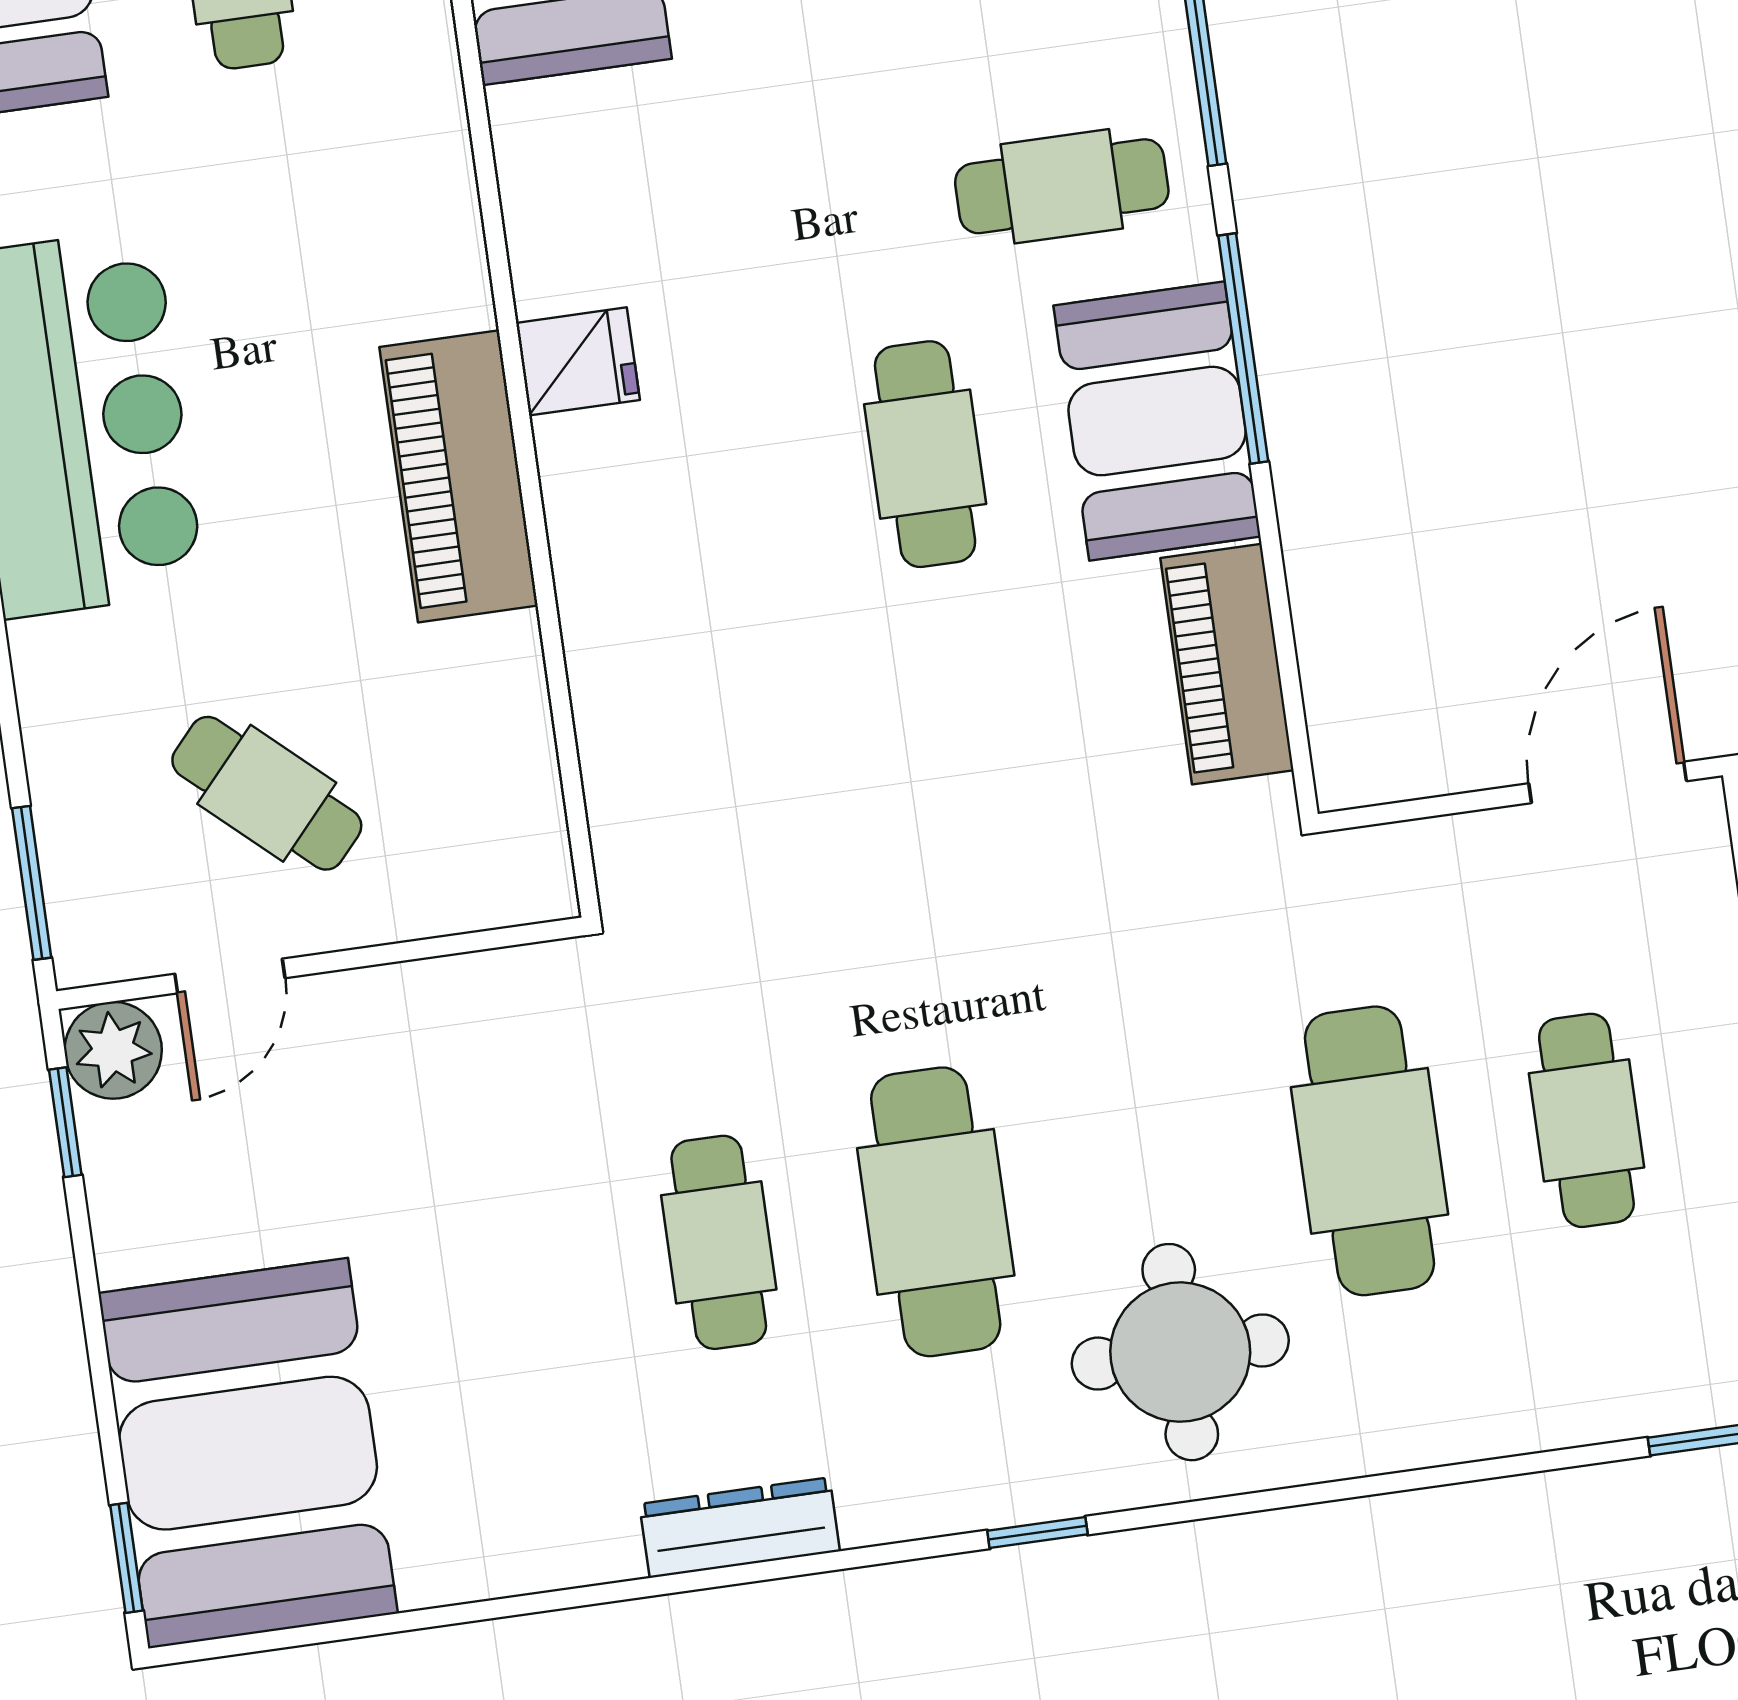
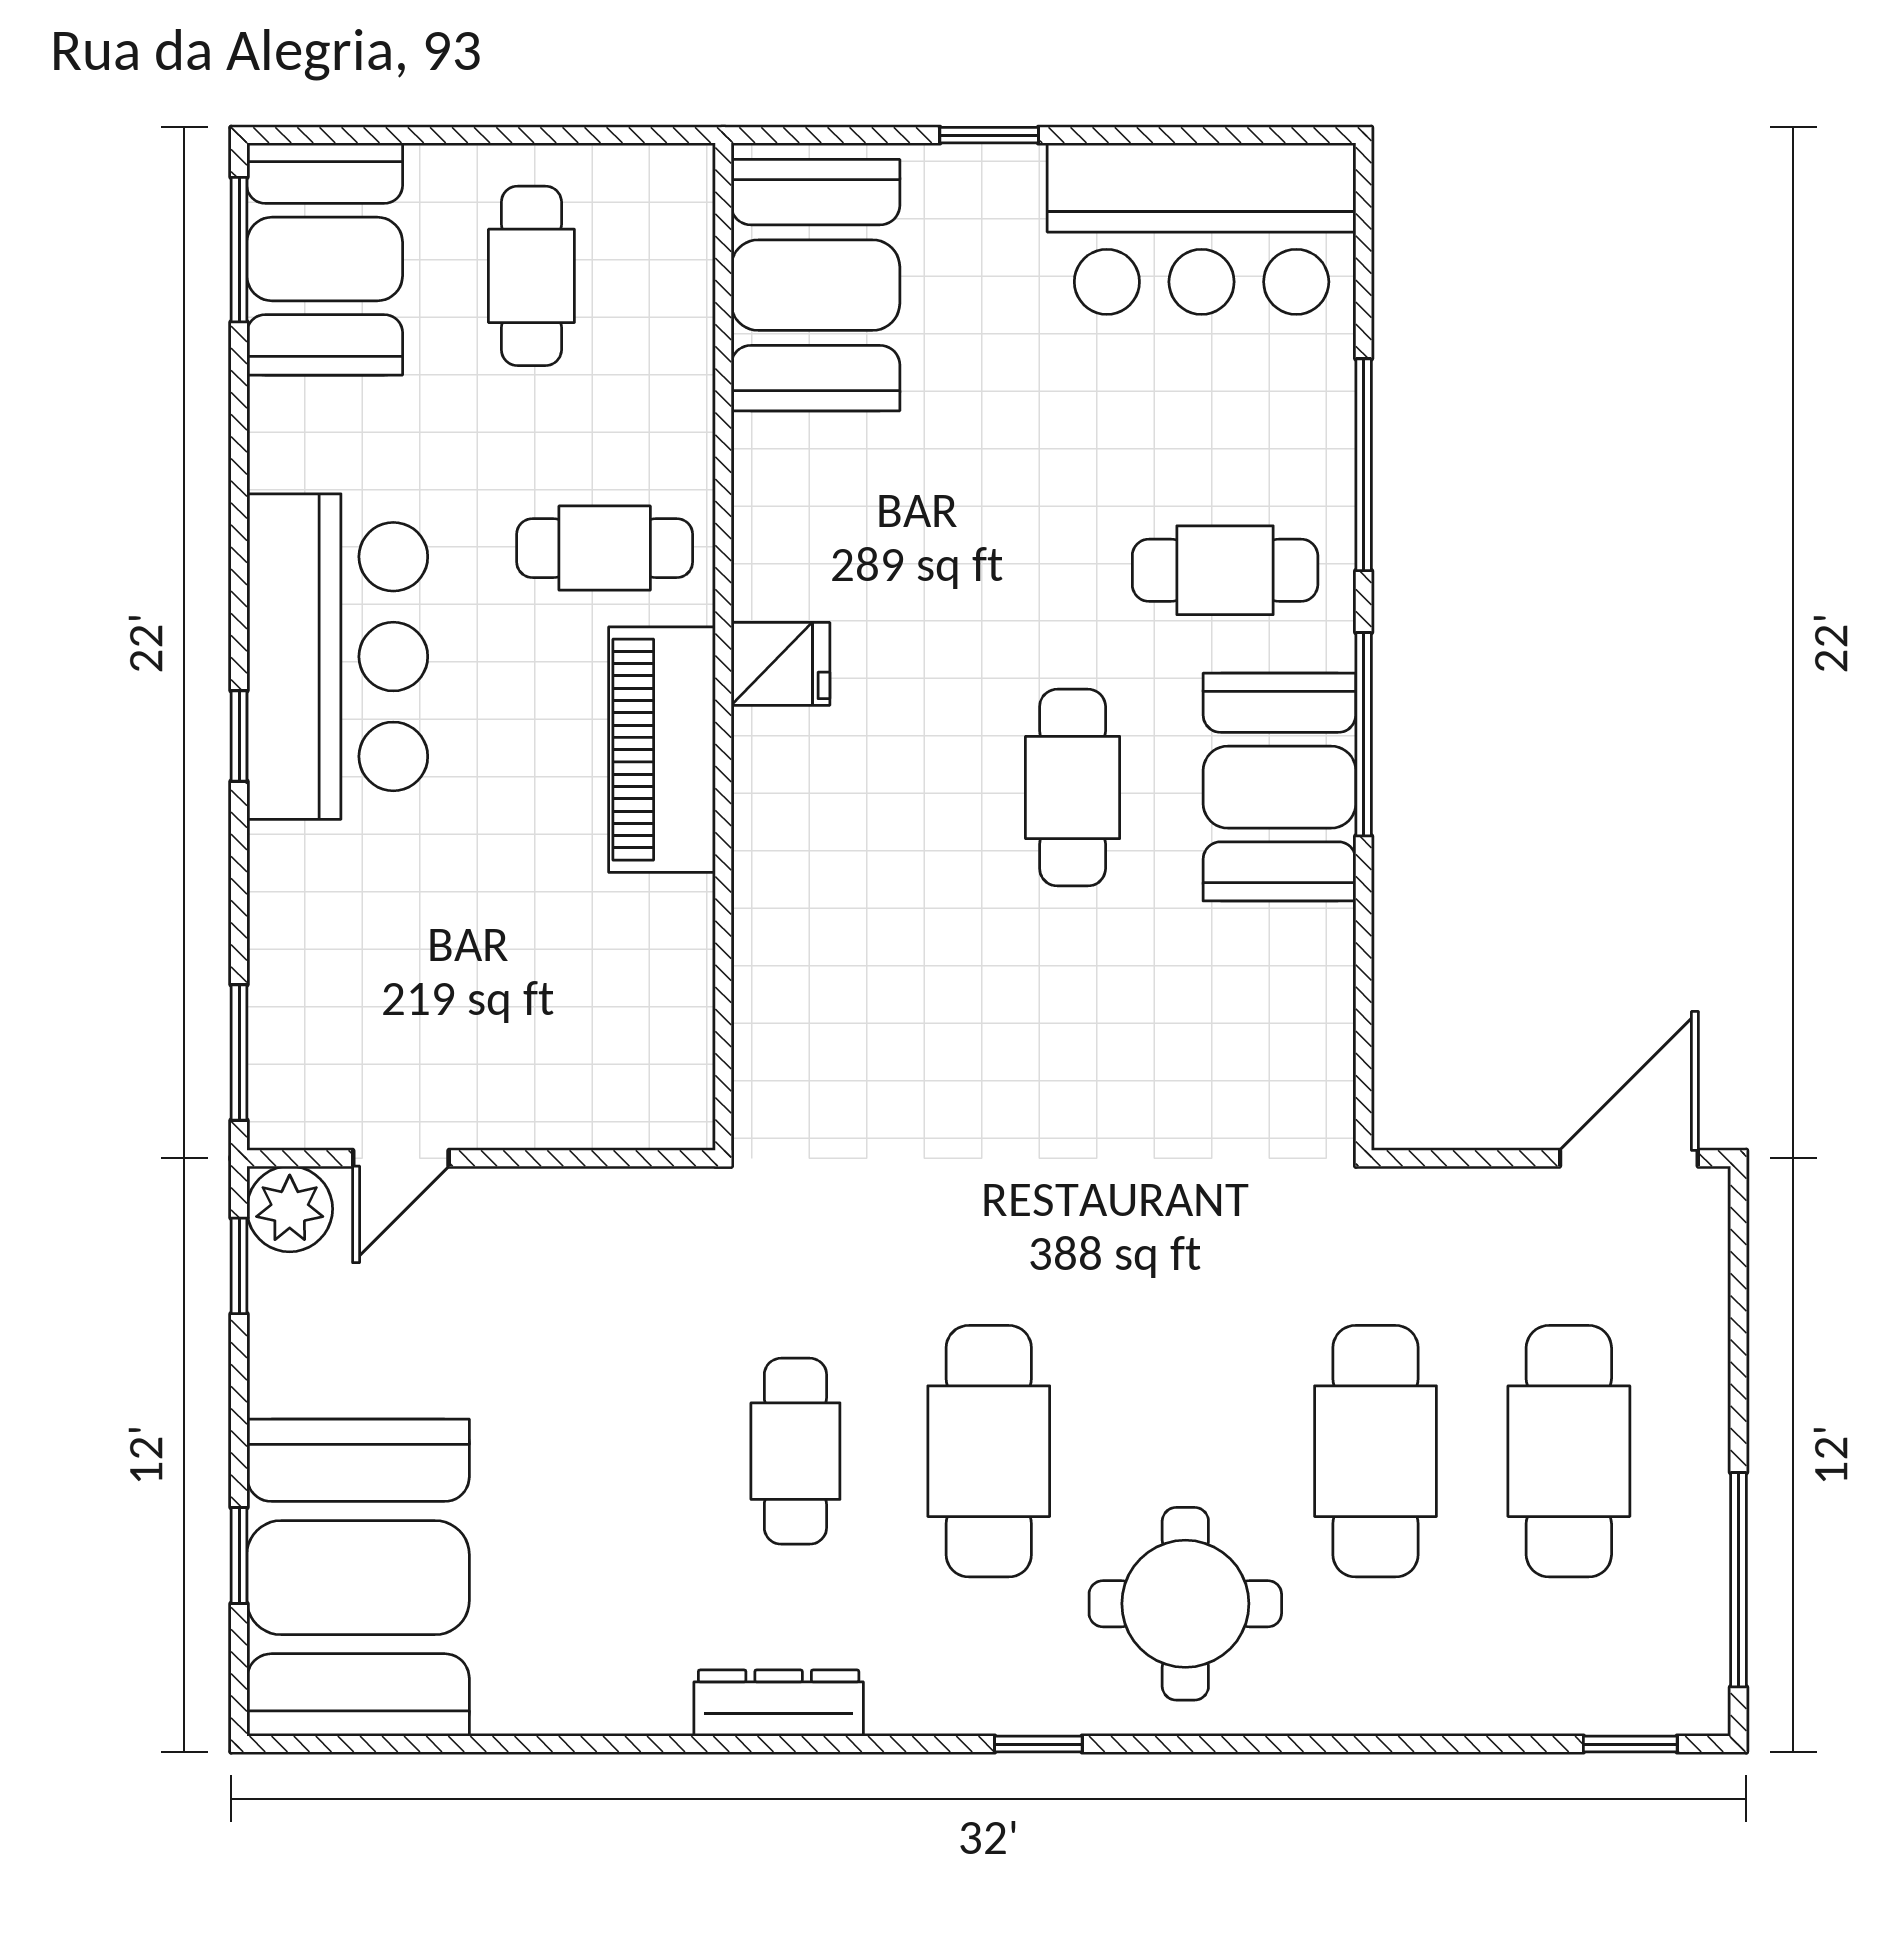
piano: (1227, 664) -> (1311, 1008), removed
cafe table: (267, 793) -> (605, 548), moved, turned -42
cafe table: (1586, 1120) -> (1569, 1451), width x1.37, depth x1.35
window: (127, 1558) -> (239, 1556), moved

